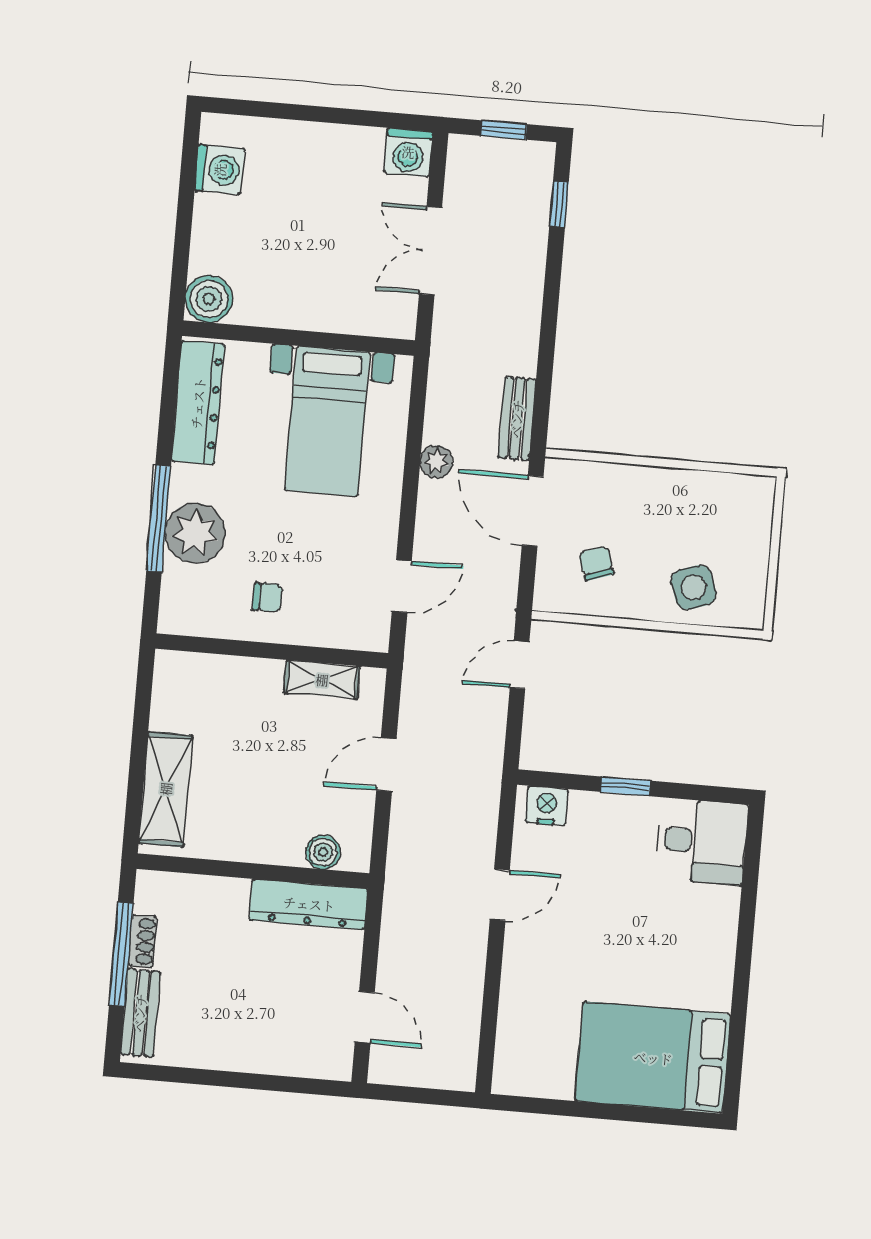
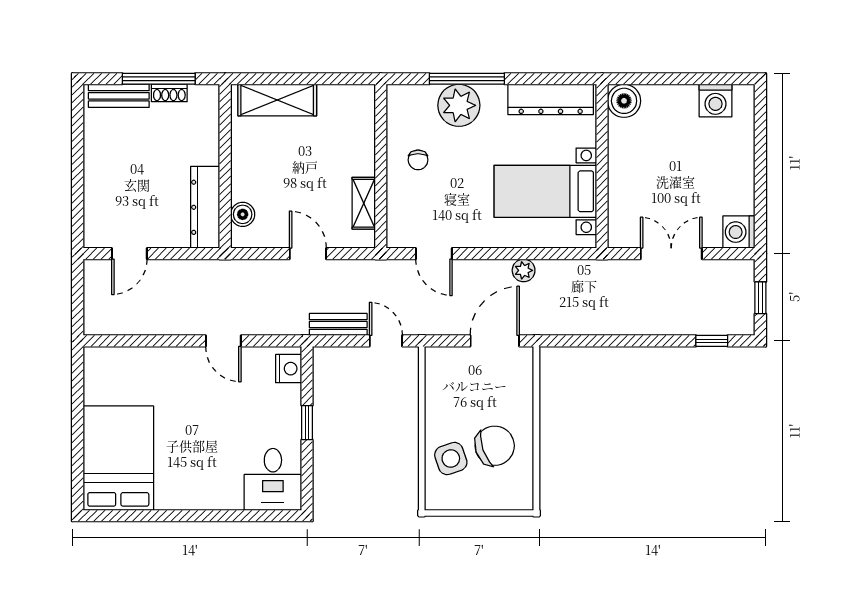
bench: (517, 419) -> (338, 324), moved
chair: (596, 563) -> (495, 446), moved, width x1.87, depth x1.87

